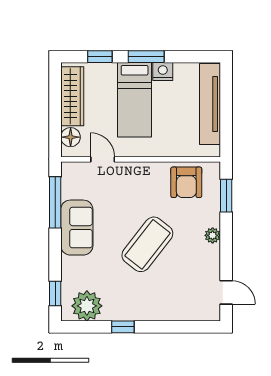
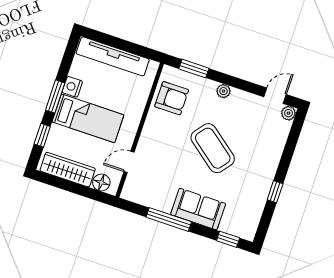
window: (55, 202) -> (169, 219), moved
sofa: (77, 228) -> (198, 209), moved
plant: (87, 306) -> (288, 113), moved, width x0.53, depth x0.53

